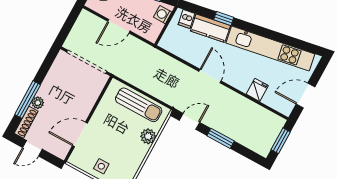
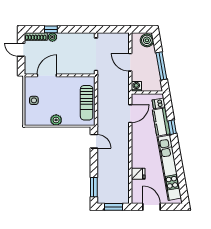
washing machine: (163, 15) -> (136, 86), moved
door: (210, 76) -> (130, 114), moved
window: (28, 100) -> (51, 29), width x0.46
door: (80, 134) -> (47, 75), hinge flipped
plant: (148, 136) -> (56, 120), moved
window: (221, 138) -> (94, 187), moved

